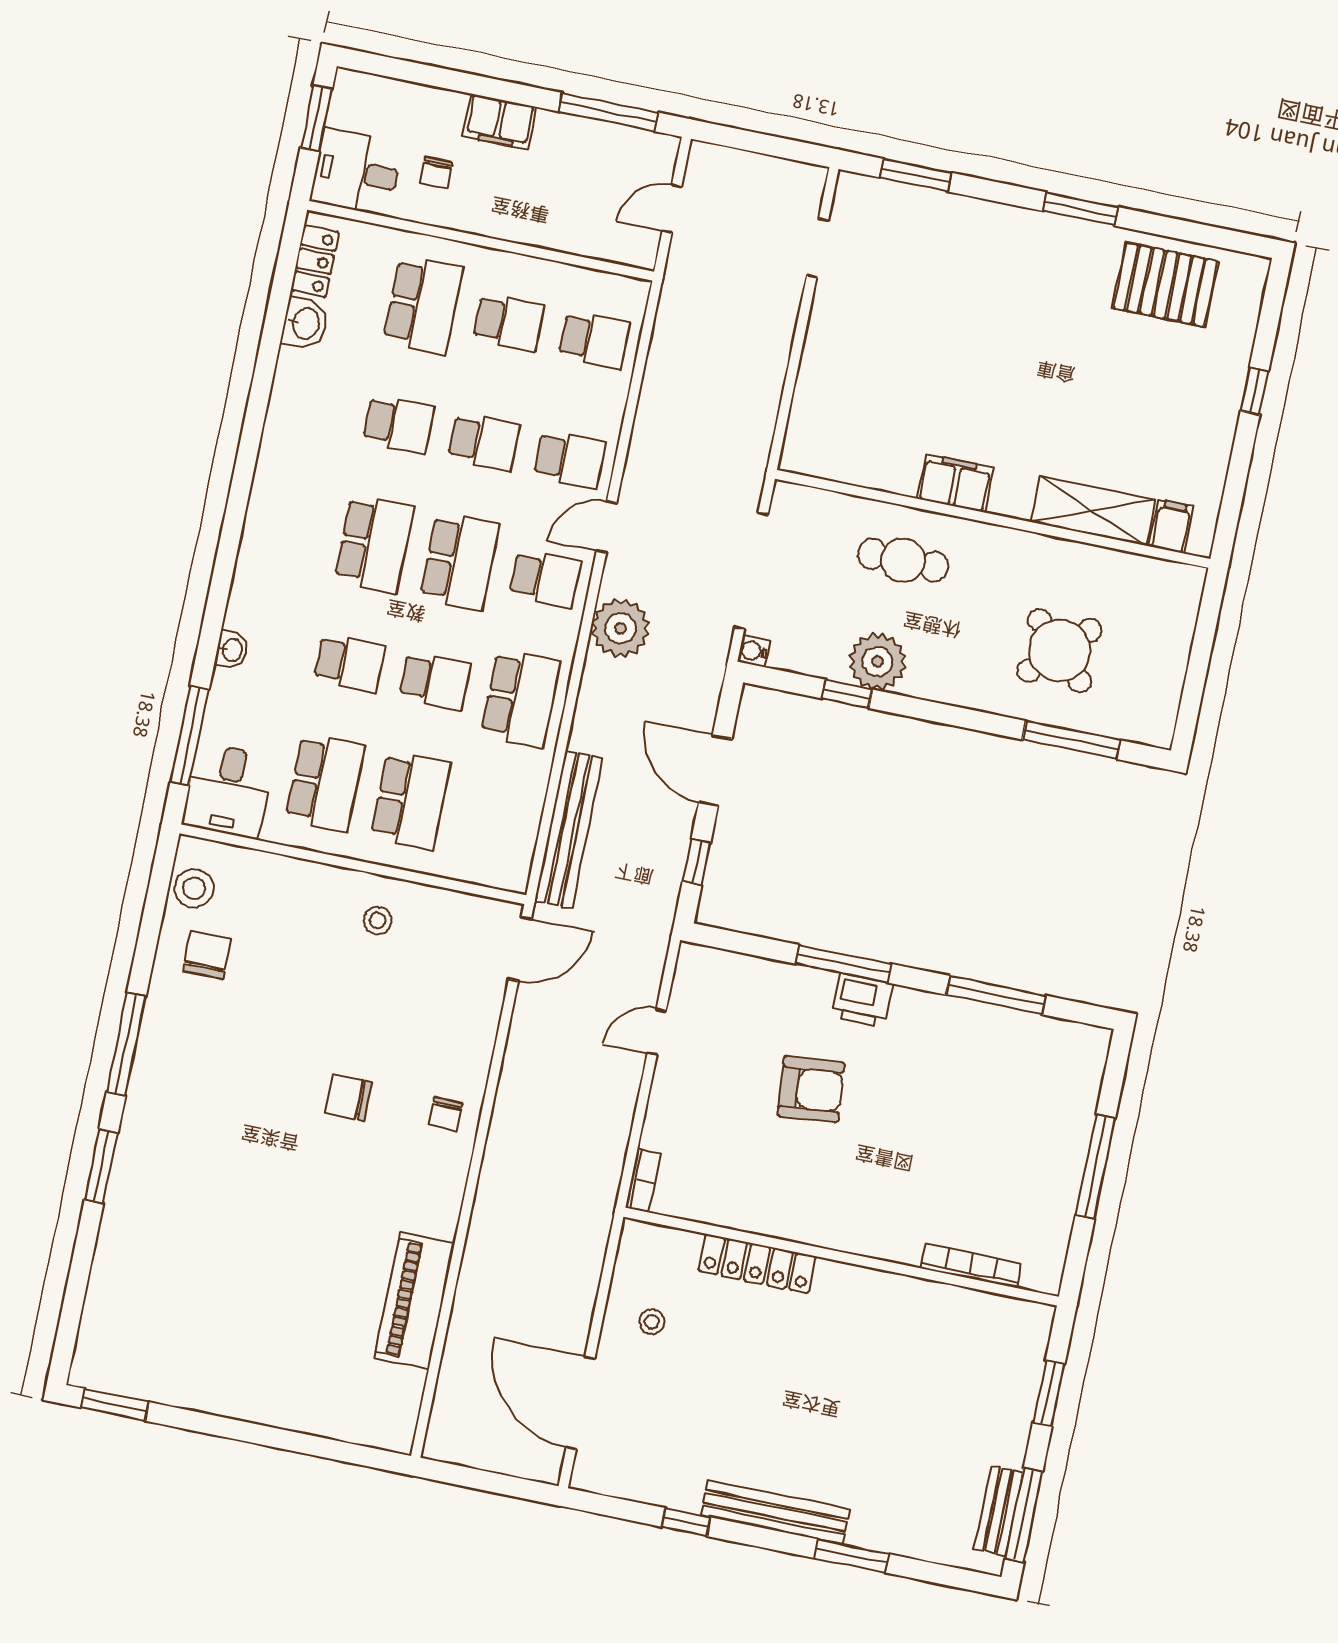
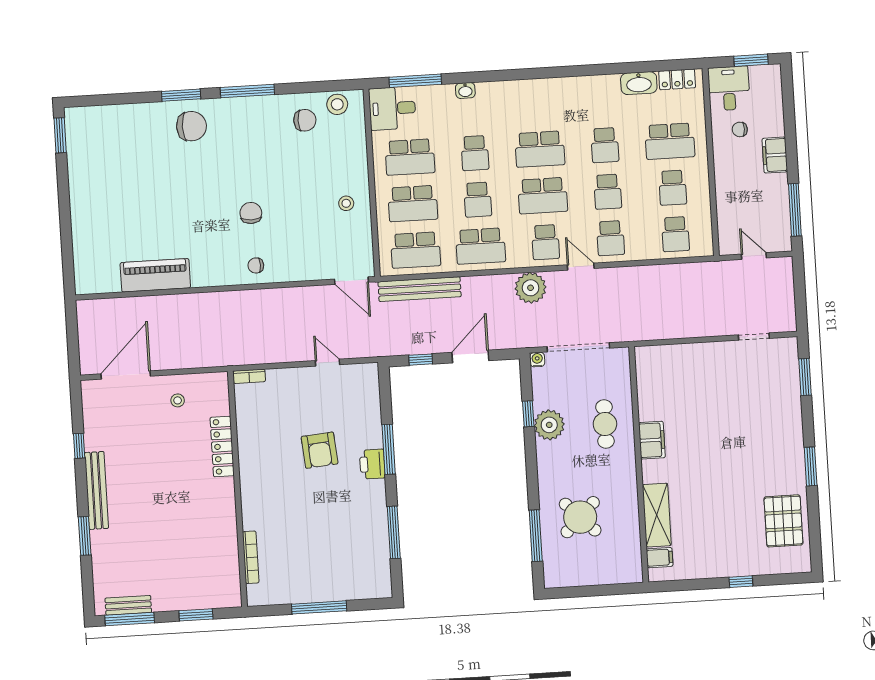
washbasin: (305, 323) -> (639, 83), width x1.38
school desk: (496, 818) -> (416, 250), added
chair: (163, 1163) -> (192, 126), added

